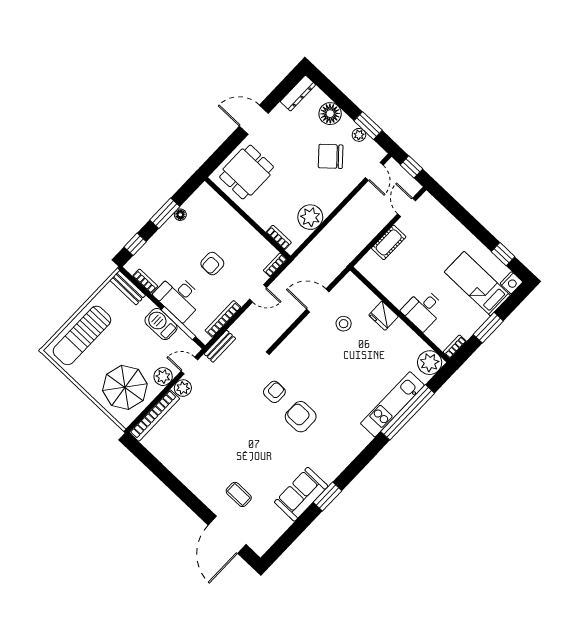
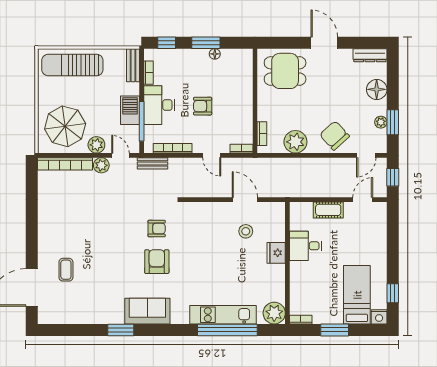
chair: (331, 156) -> (335, 136), moved
desk: (423, 309) -> (306, 246), moved
sofa: (301, 494) -> (147, 311), moved

